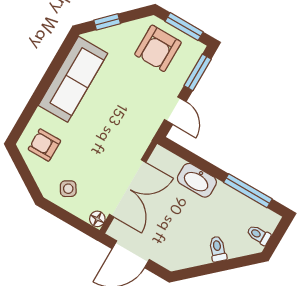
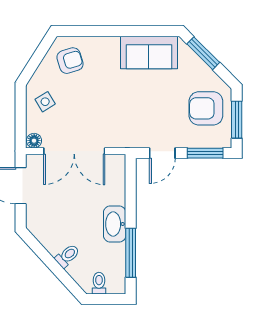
window: (107, 22) -> (203, 53), width x1.50
sofa: (73, 79) -> (149, 53), width x0.73
armchair: (44, 145) -> (70, 61), turned 73
washbasin: (197, 180) -> (115, 224), moved

